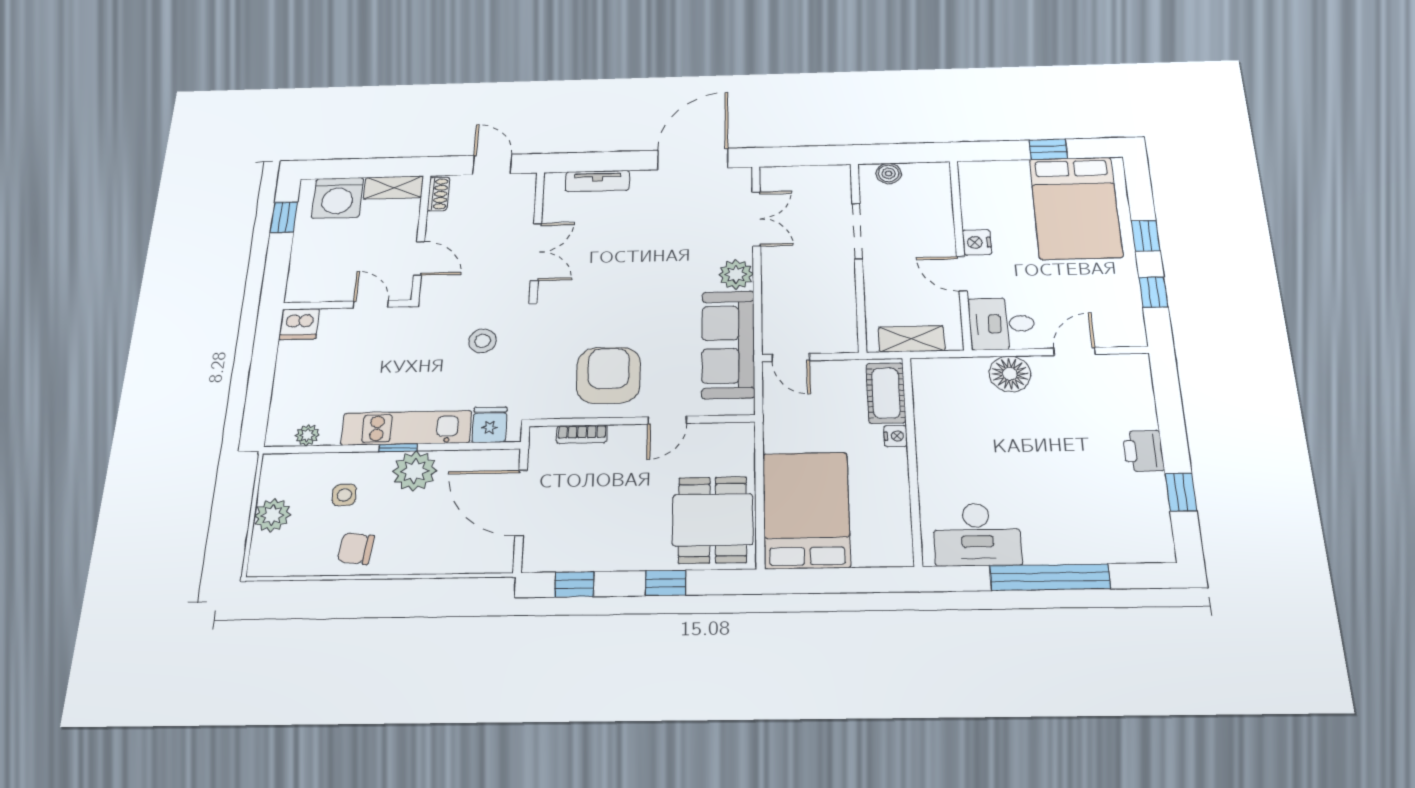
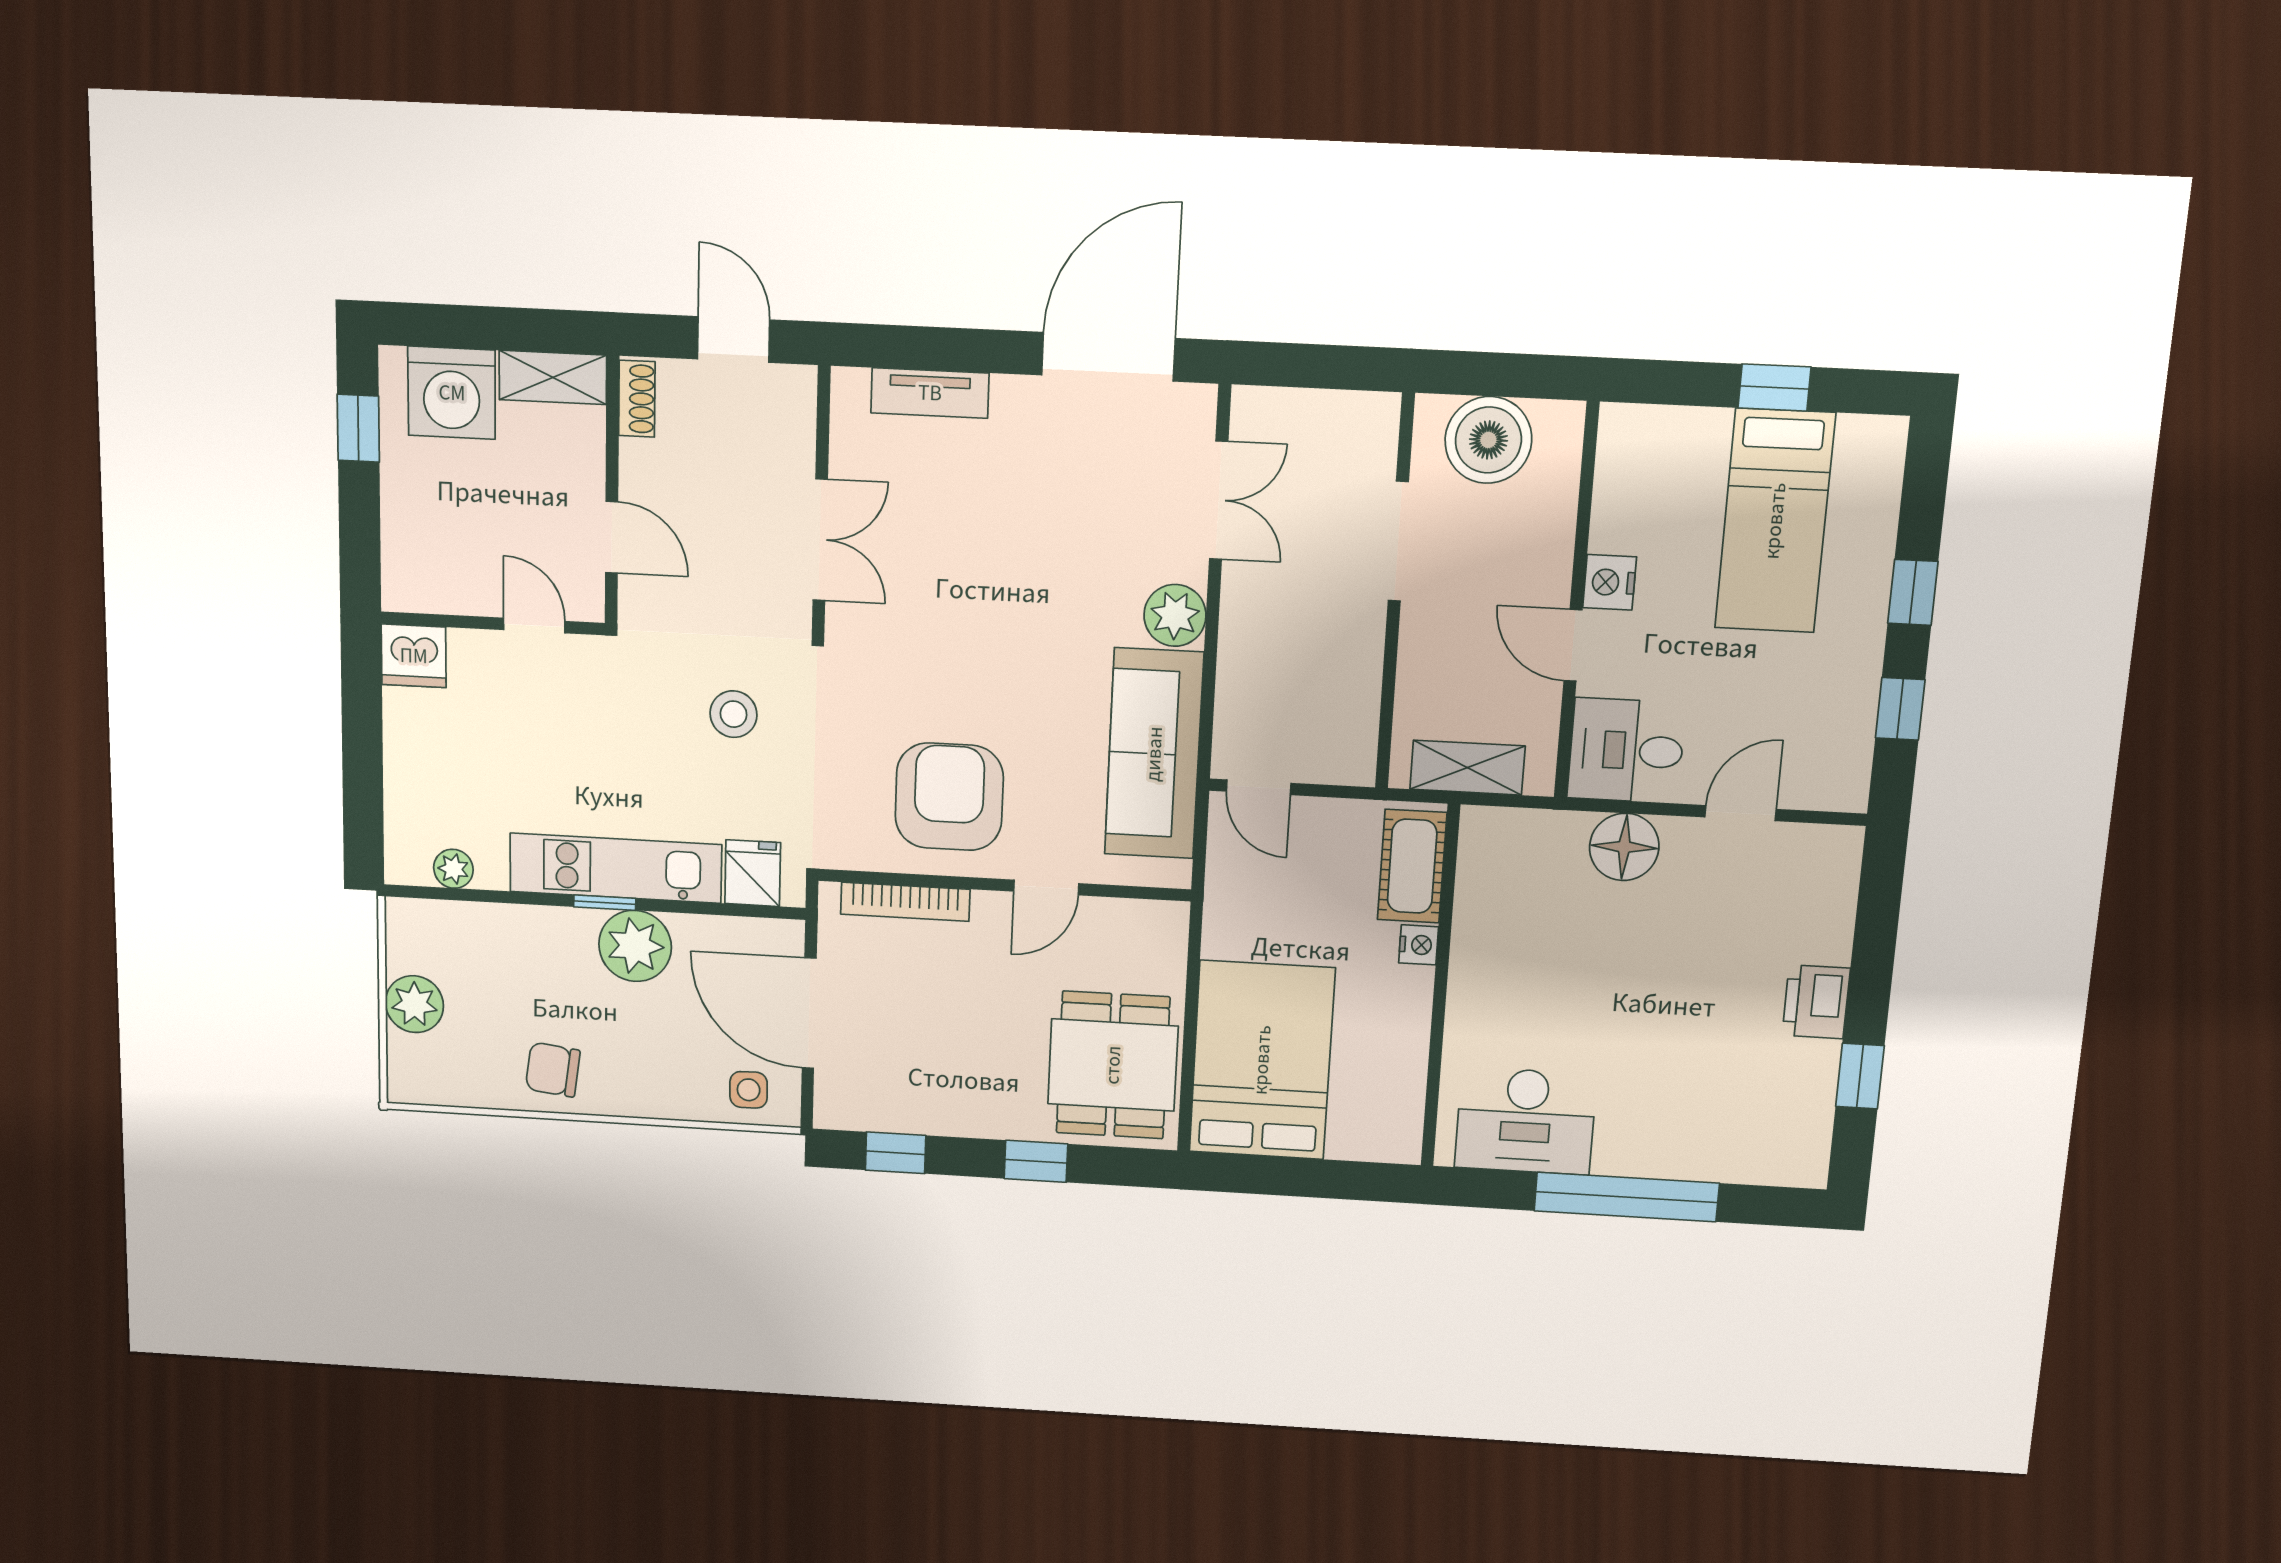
boiler: (889, 173) -> (1488, 440), width x1.86, depth x1.86
bed: (1076, 208) -> (1775, 521), width x0.67
bookcase: (582, 434) -> (905, 902), width x1.56
side table: (344, 495) -> (749, 1090), moved

